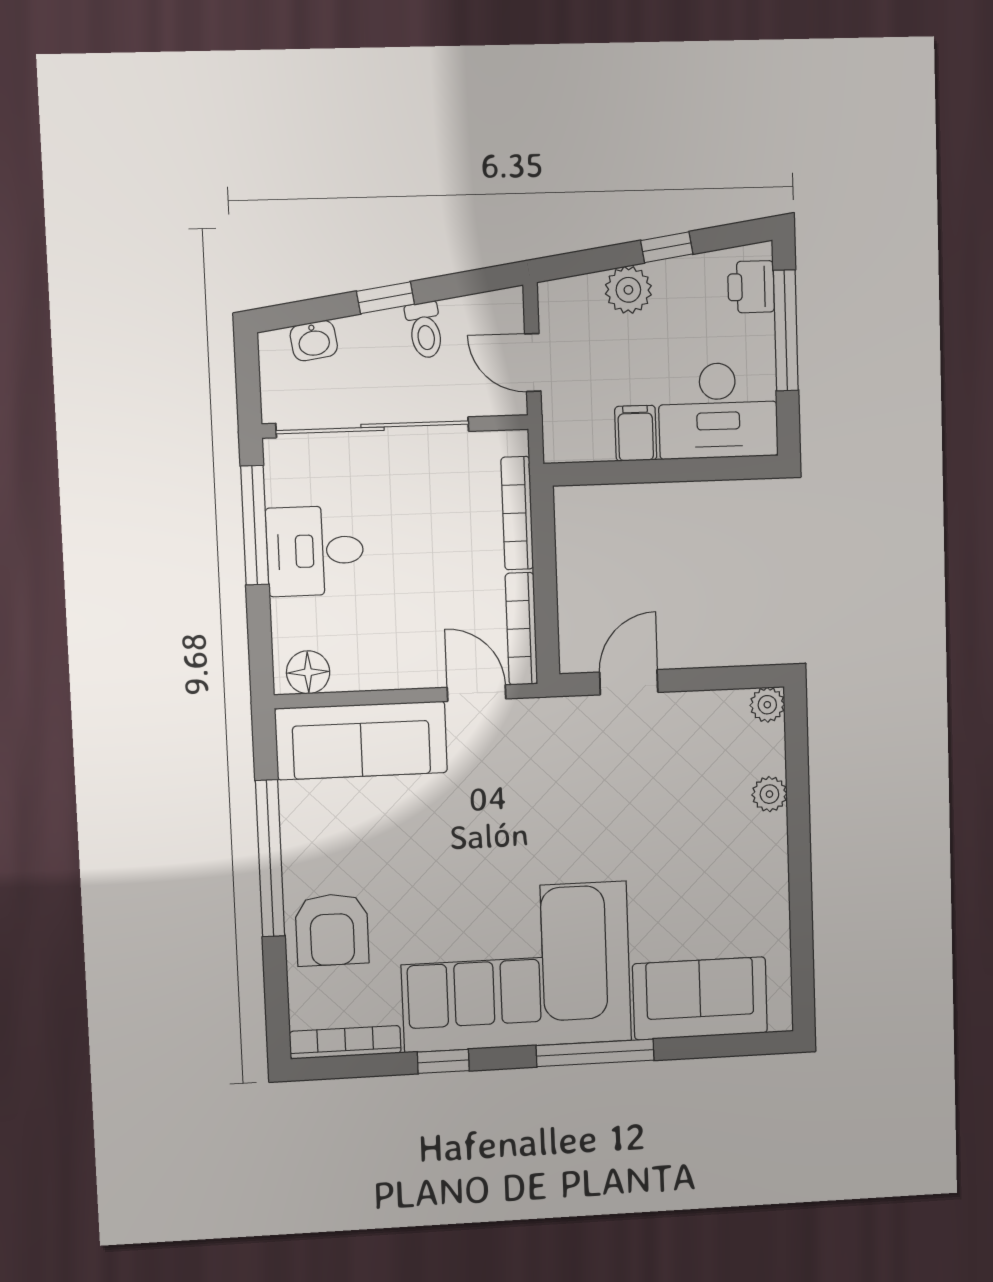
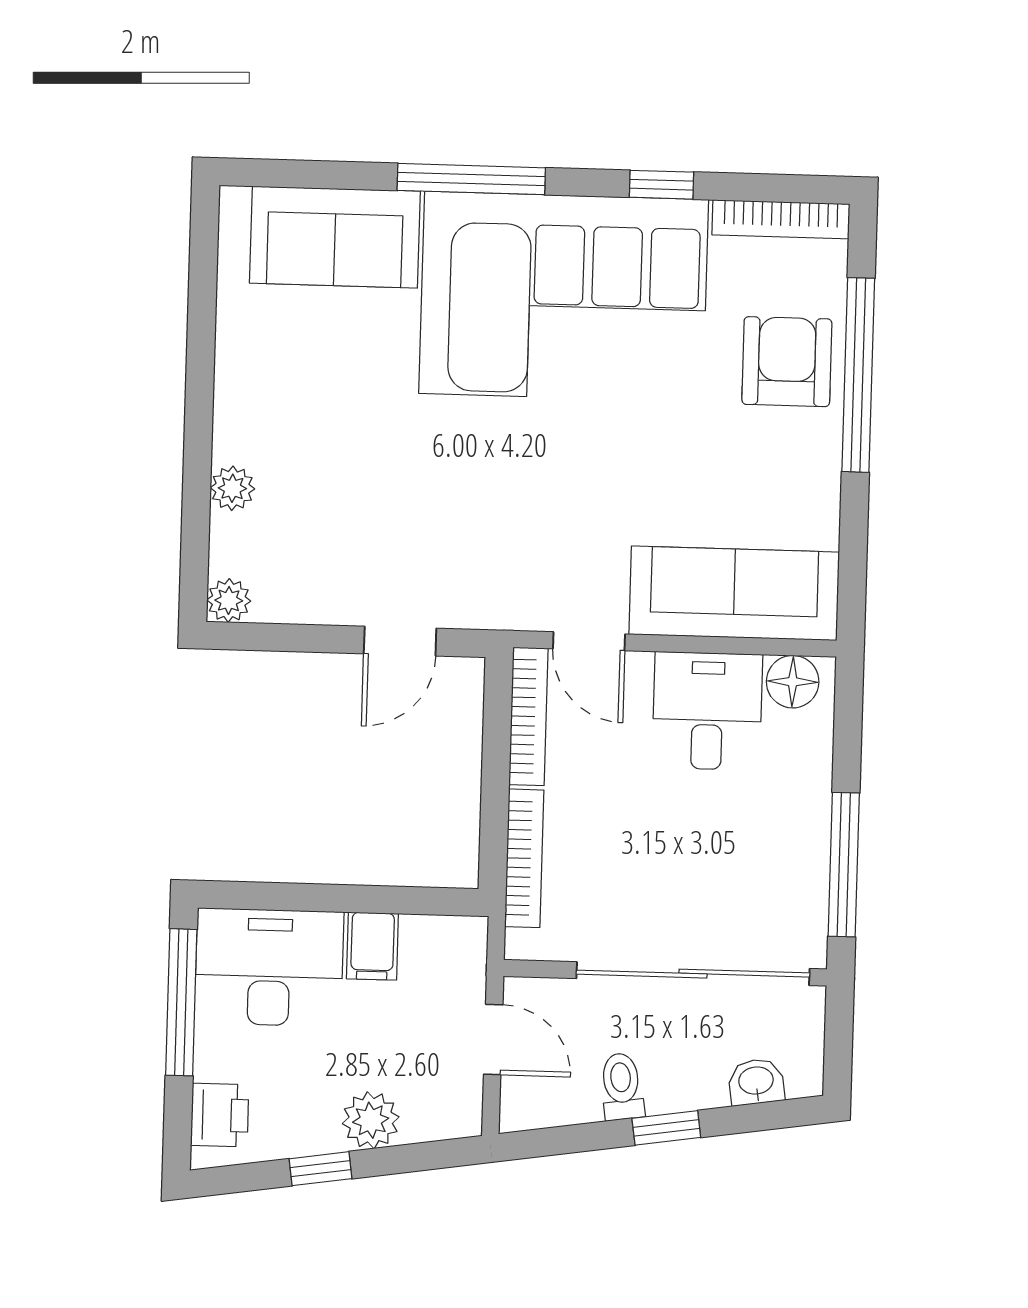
window: (786, 330) -> (181, 1002), moved
desk: (315, 551) -> (707, 711), moved, turned -90
window: (270, 858) -> (858, 375), moved

